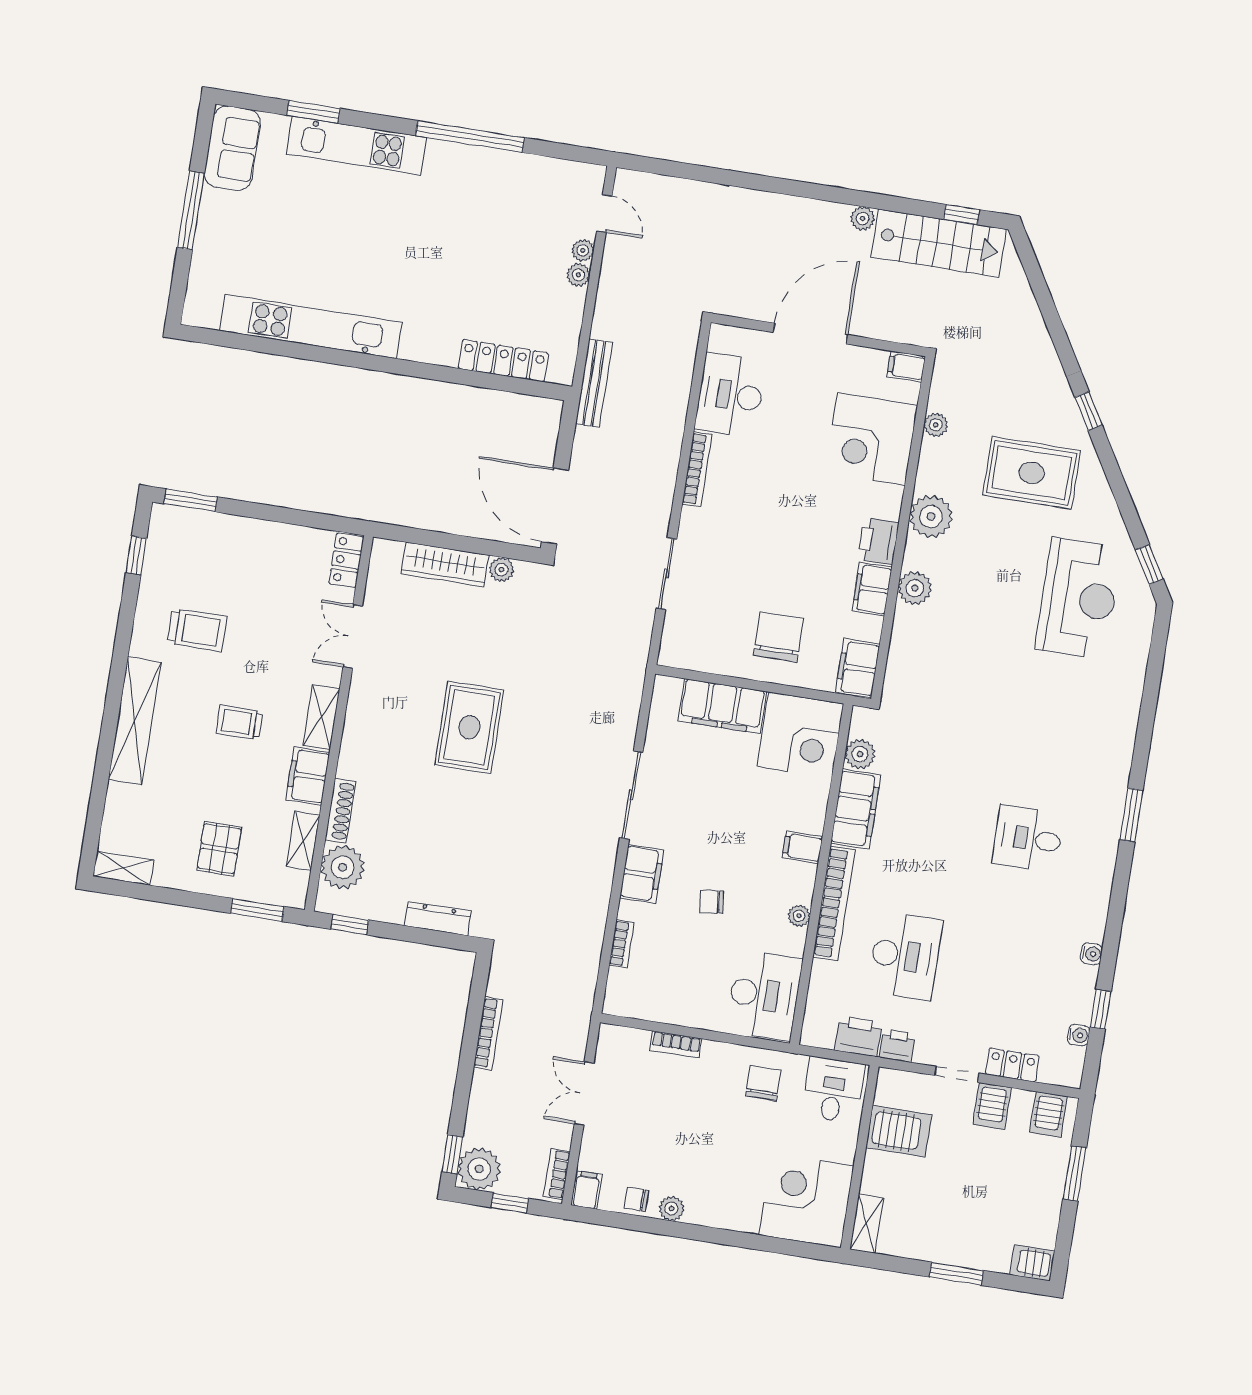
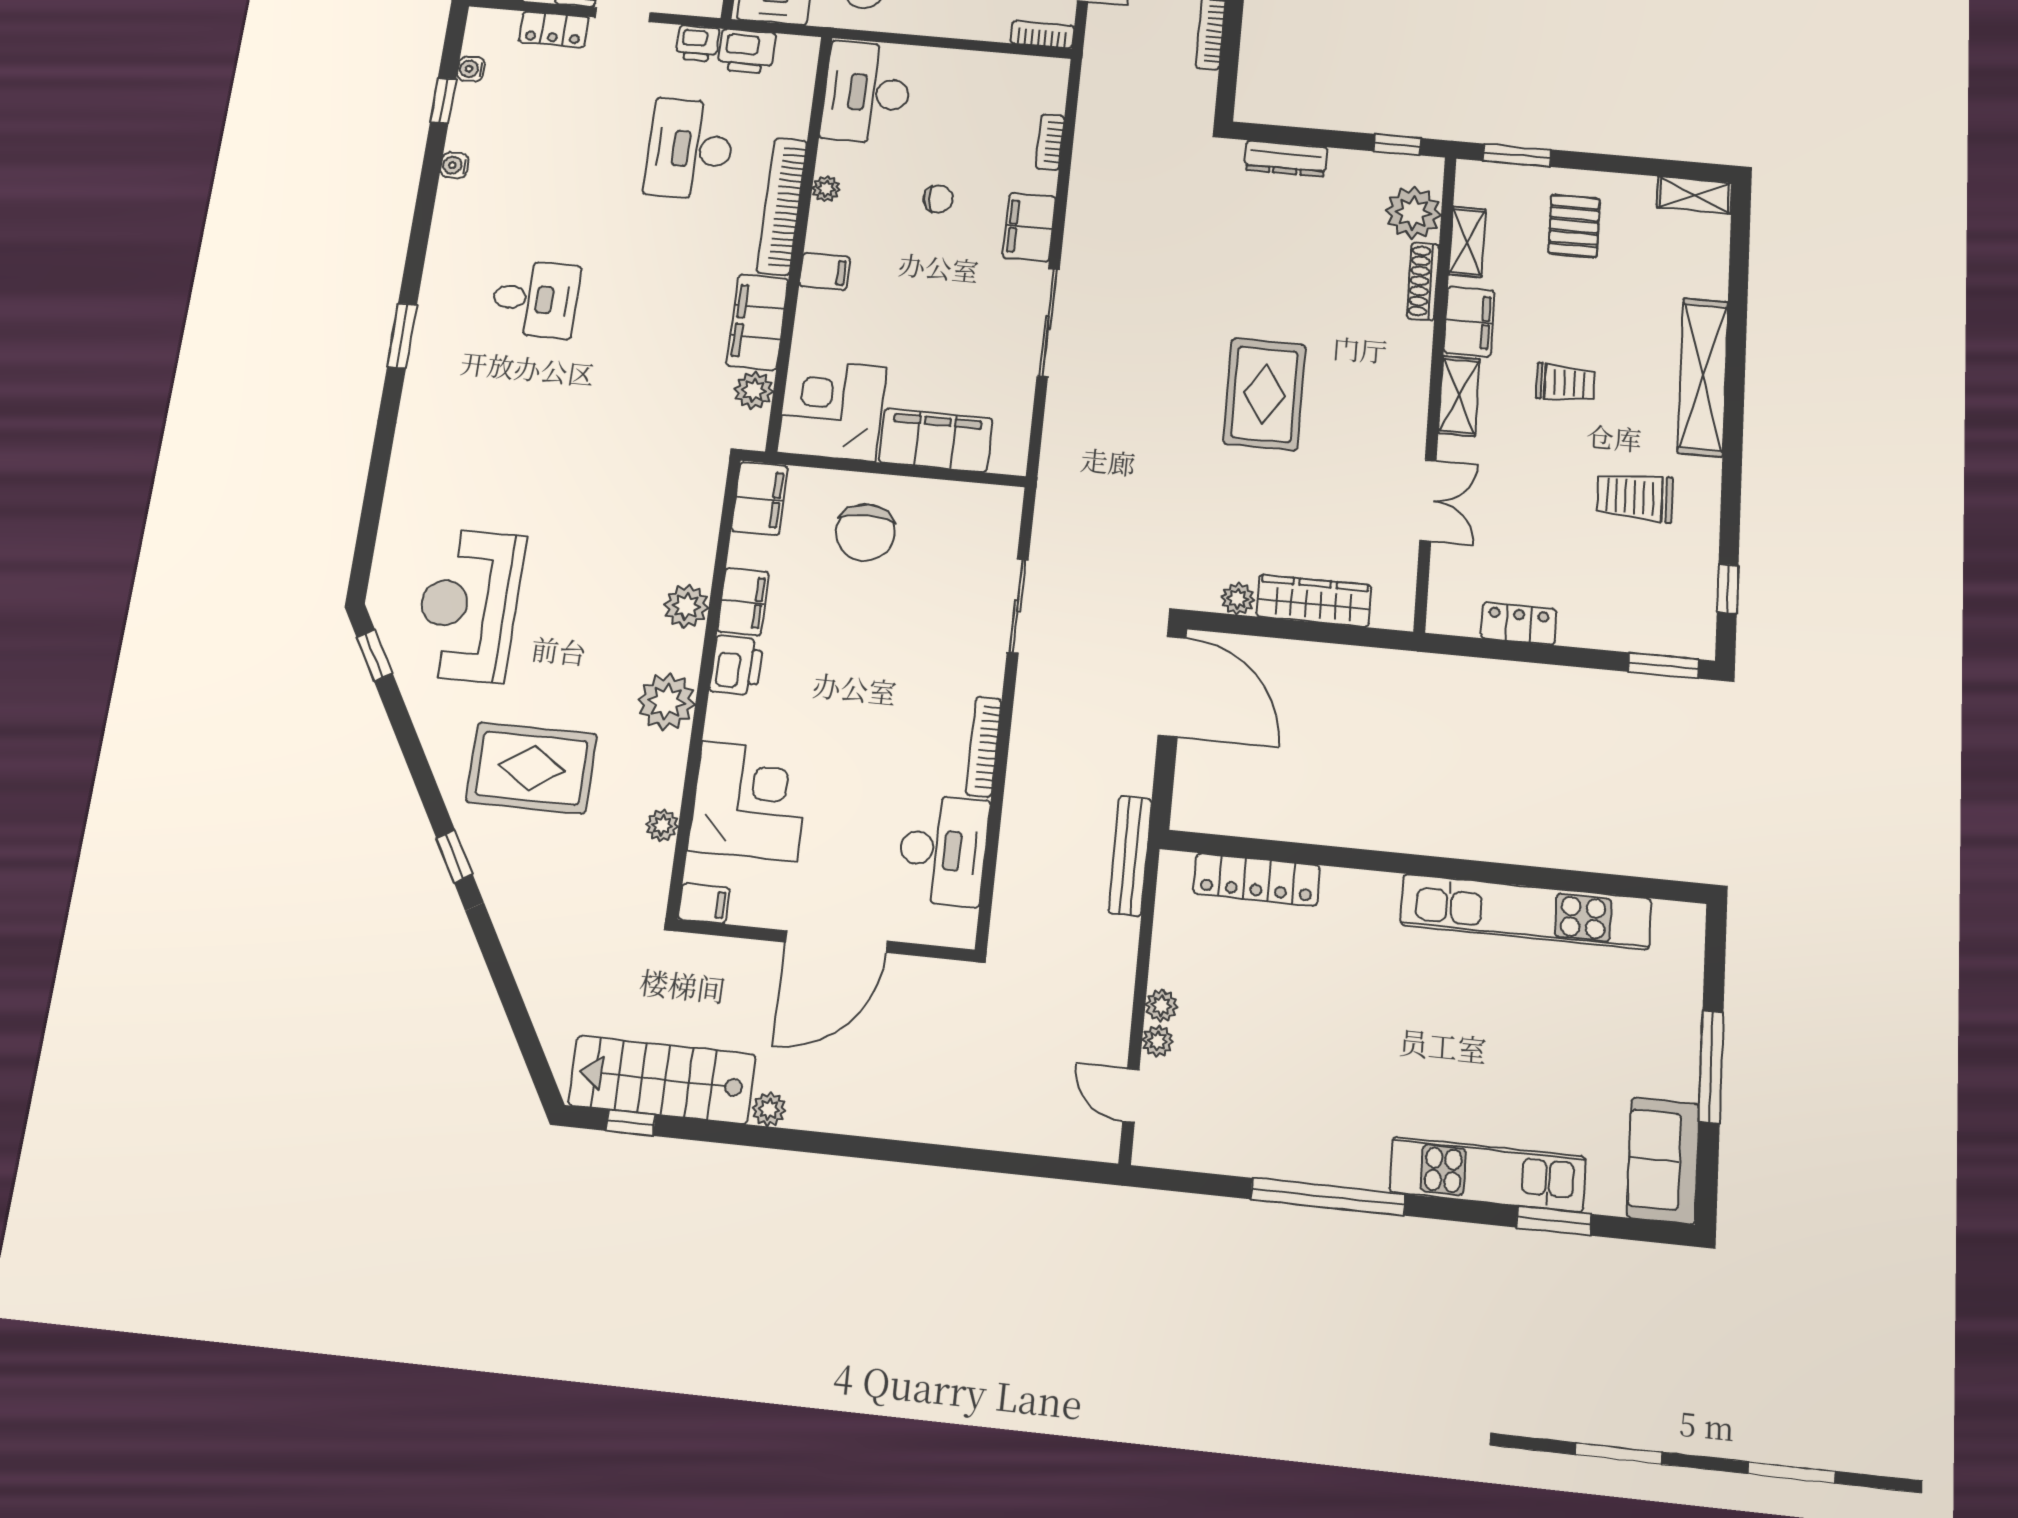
locker: (346, 560) -> (1519, 624), moved, turned -90
bookcase: (676, 1044) -> (1042, 34), moved

